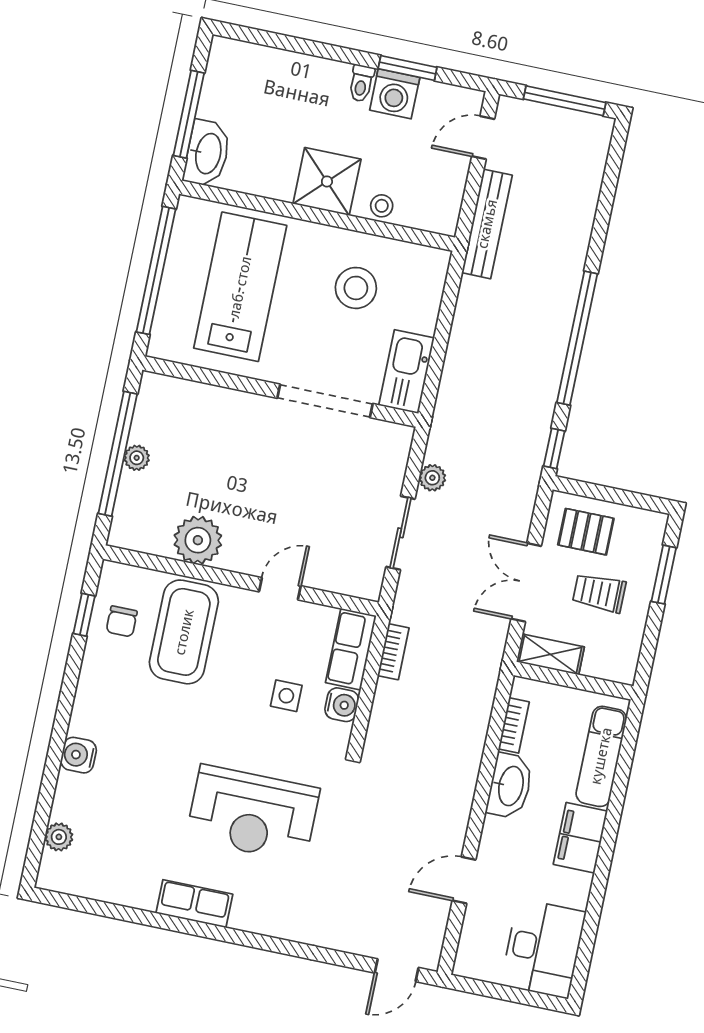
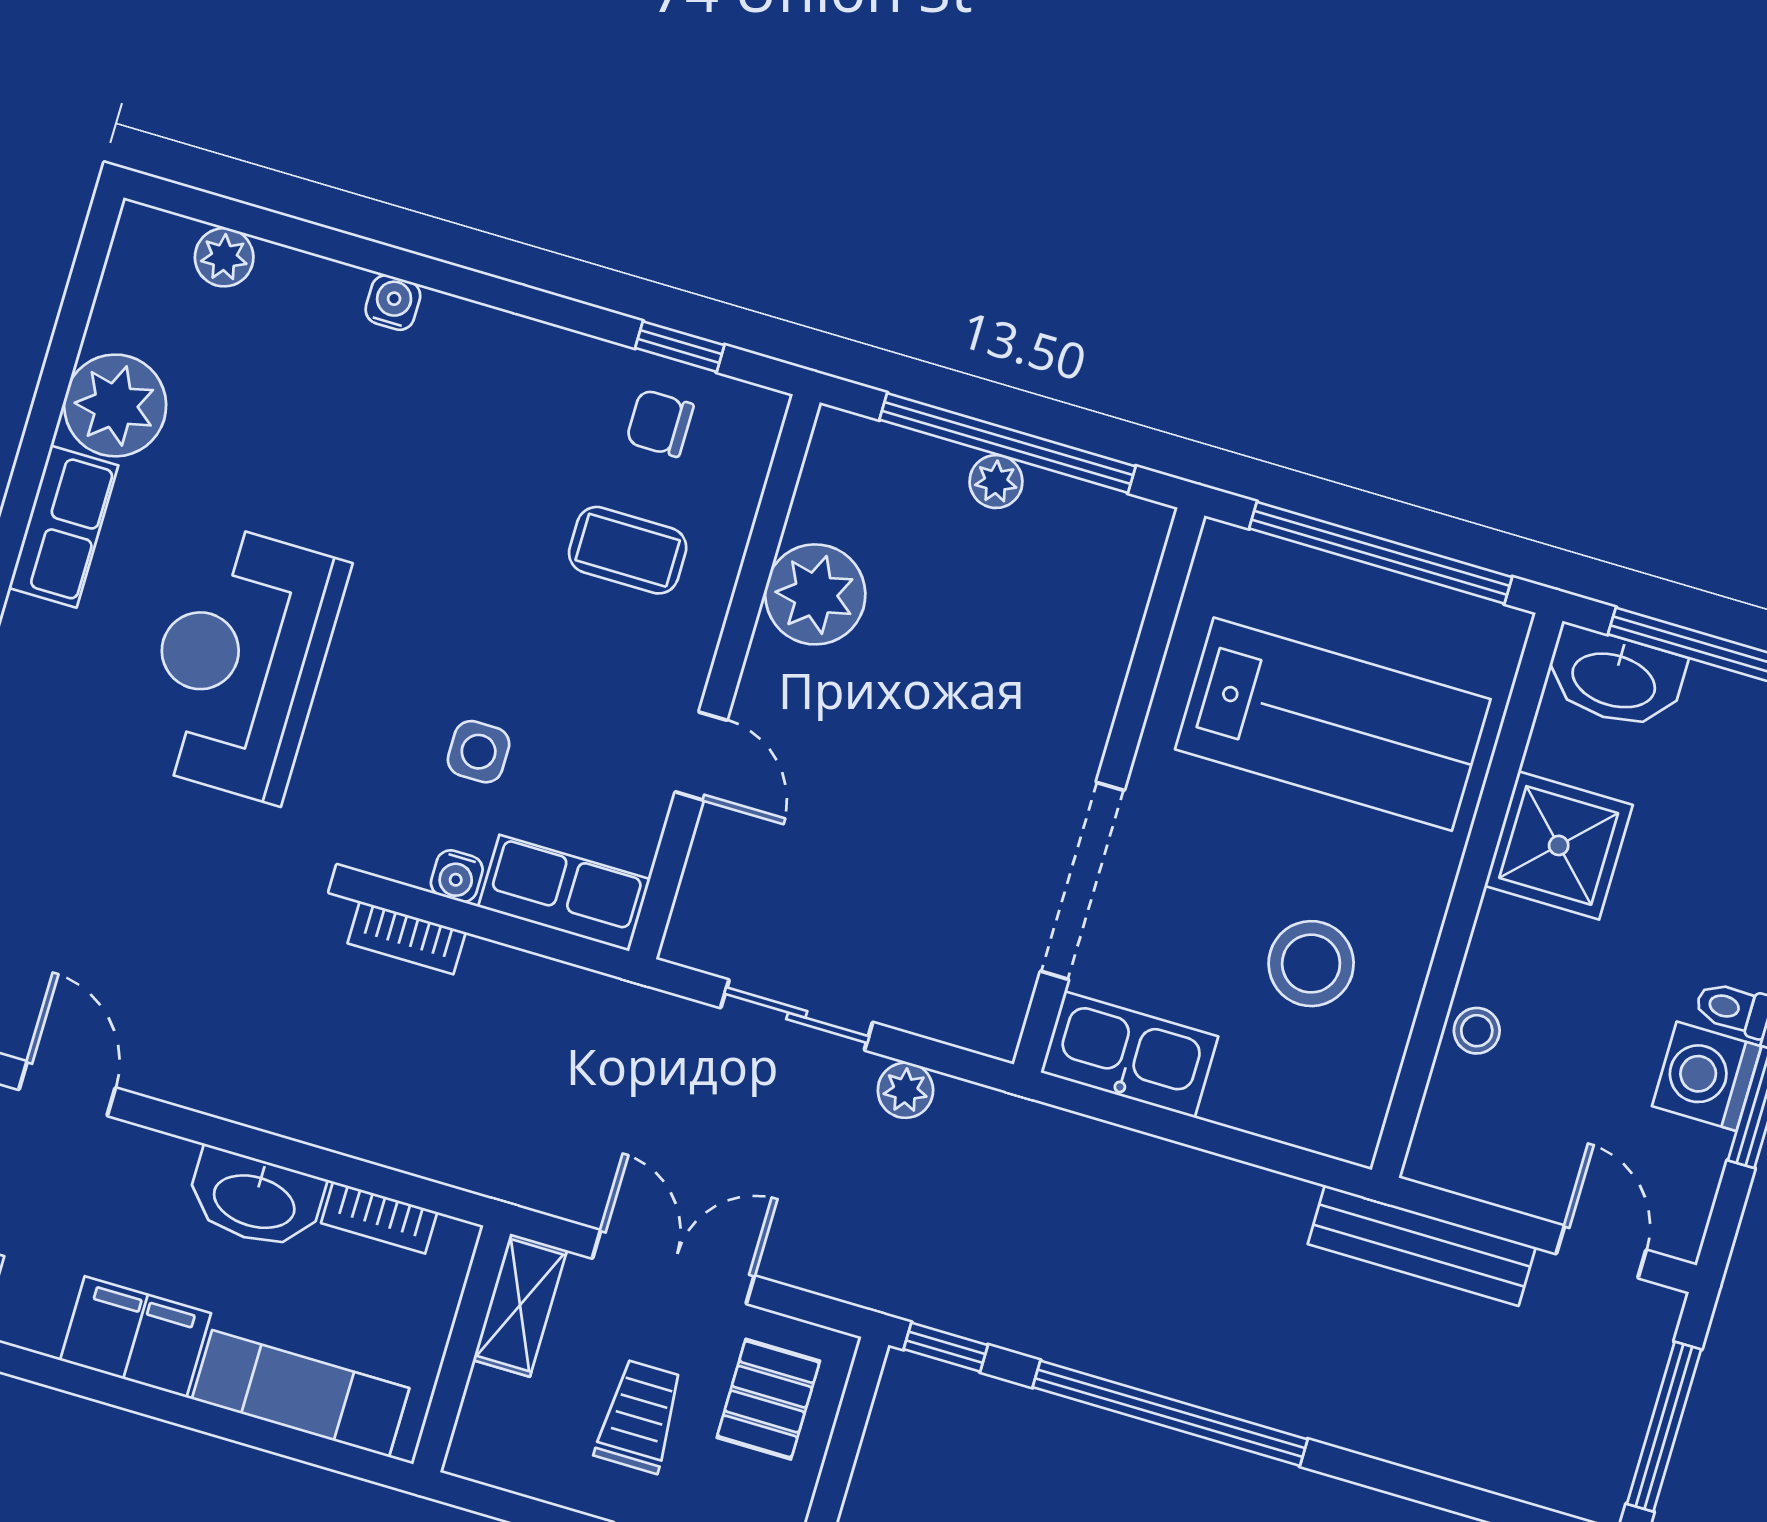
shower: (327, 181) -> (1559, 845), moved
coffee table: (184, 632) -> (628, 550), width x0.54, depth x0.58
bookcase: (393, 652) -> (407, 938), moved
water cooler: (342, 705) -> (457, 876), width x0.72, depth x0.72
water cooler: (79, 755) -> (393, 302), width x0.72, depth x0.72
plant: (134, 884) -> (115, 405), added

